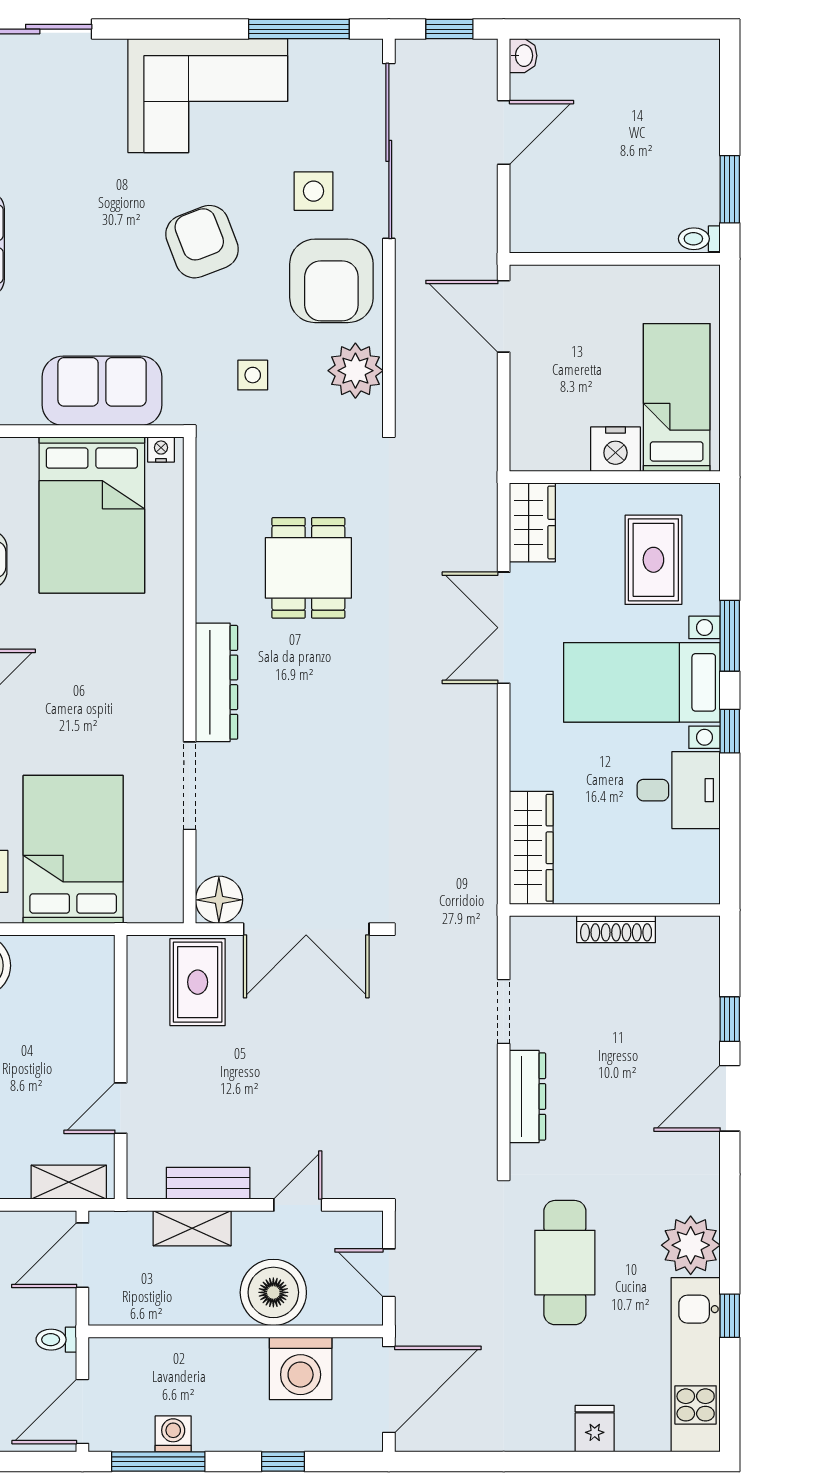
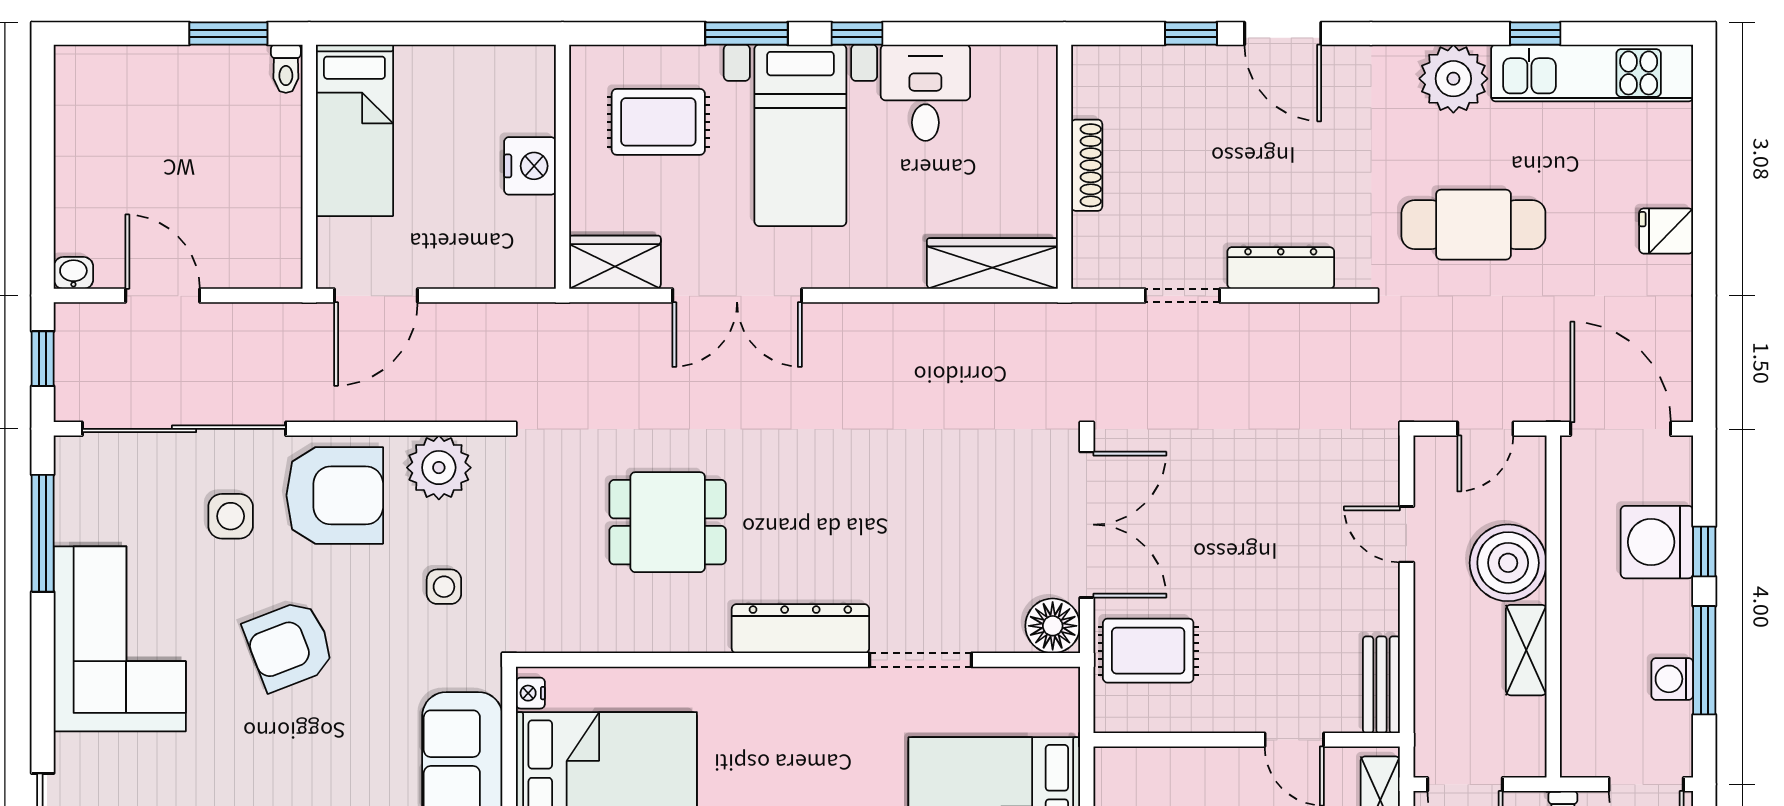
bed: (677, 397) -> (354, 130), moved, turned -90
bench: (208, 1183) -> (1381, 685), moved
shelving: (192, 1228) -> (1526, 650), moved
washing machine: (301, 1368) -> (1657, 542), moved, turned 180
fridge: (595, 1429) -> (1666, 231), moved
window: (158, 1462) -> (1704, 660), moved

